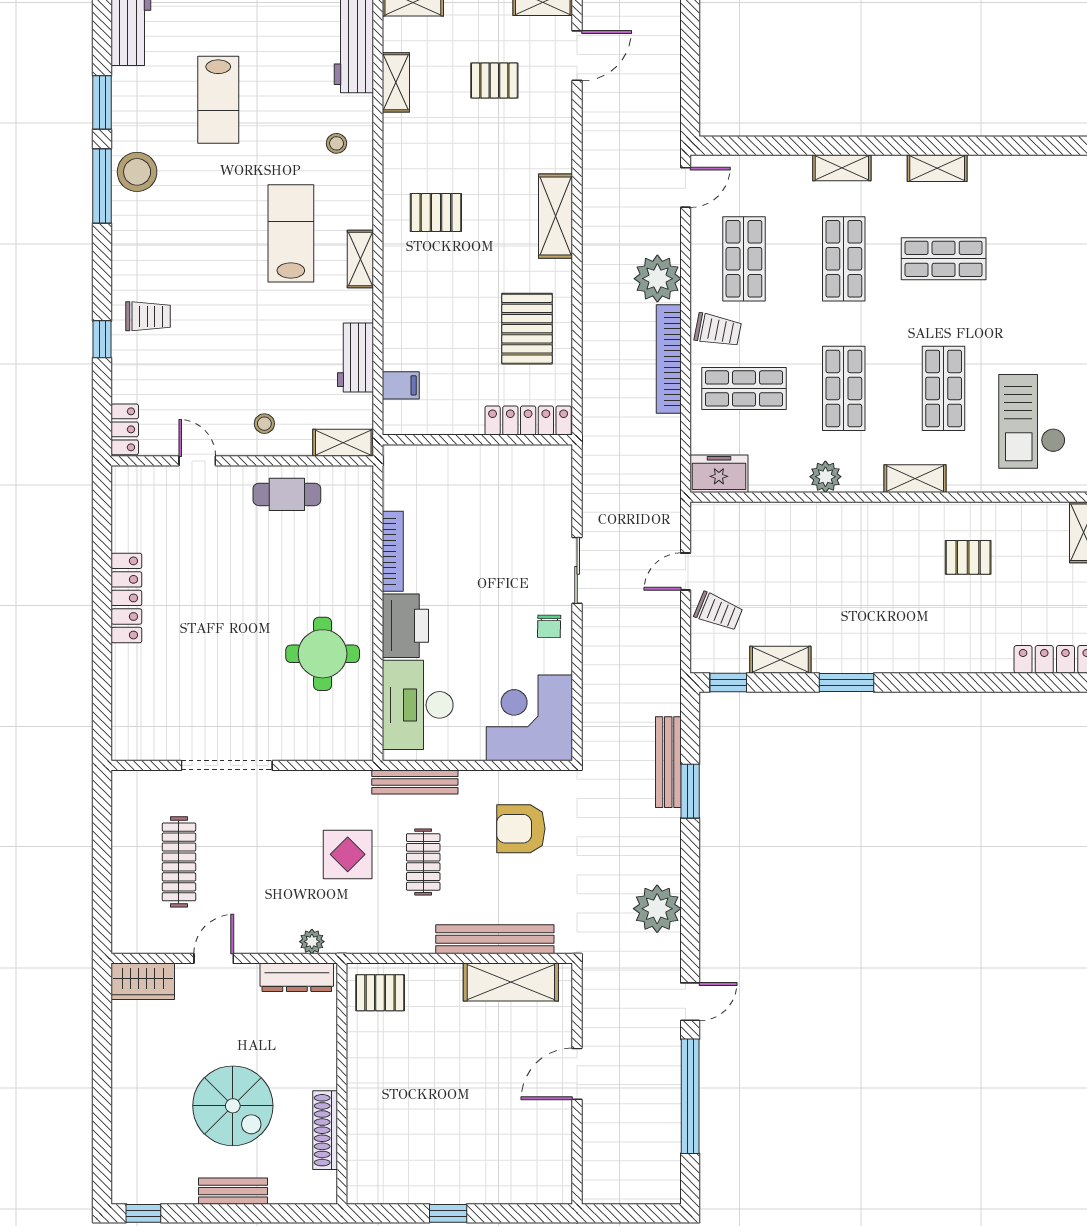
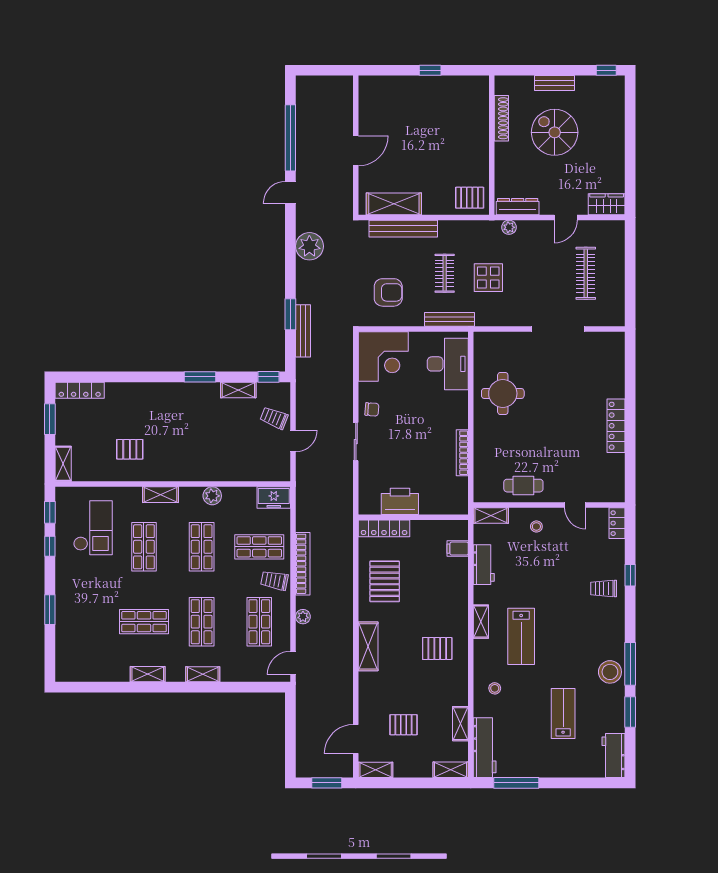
plant: (657, 279) -> (303, 617), width x0.53, depth x0.53
printer: (405, 626) -> (400, 501), moved, turned 90
chair: (549, 626) -> (372, 409), turned 93

